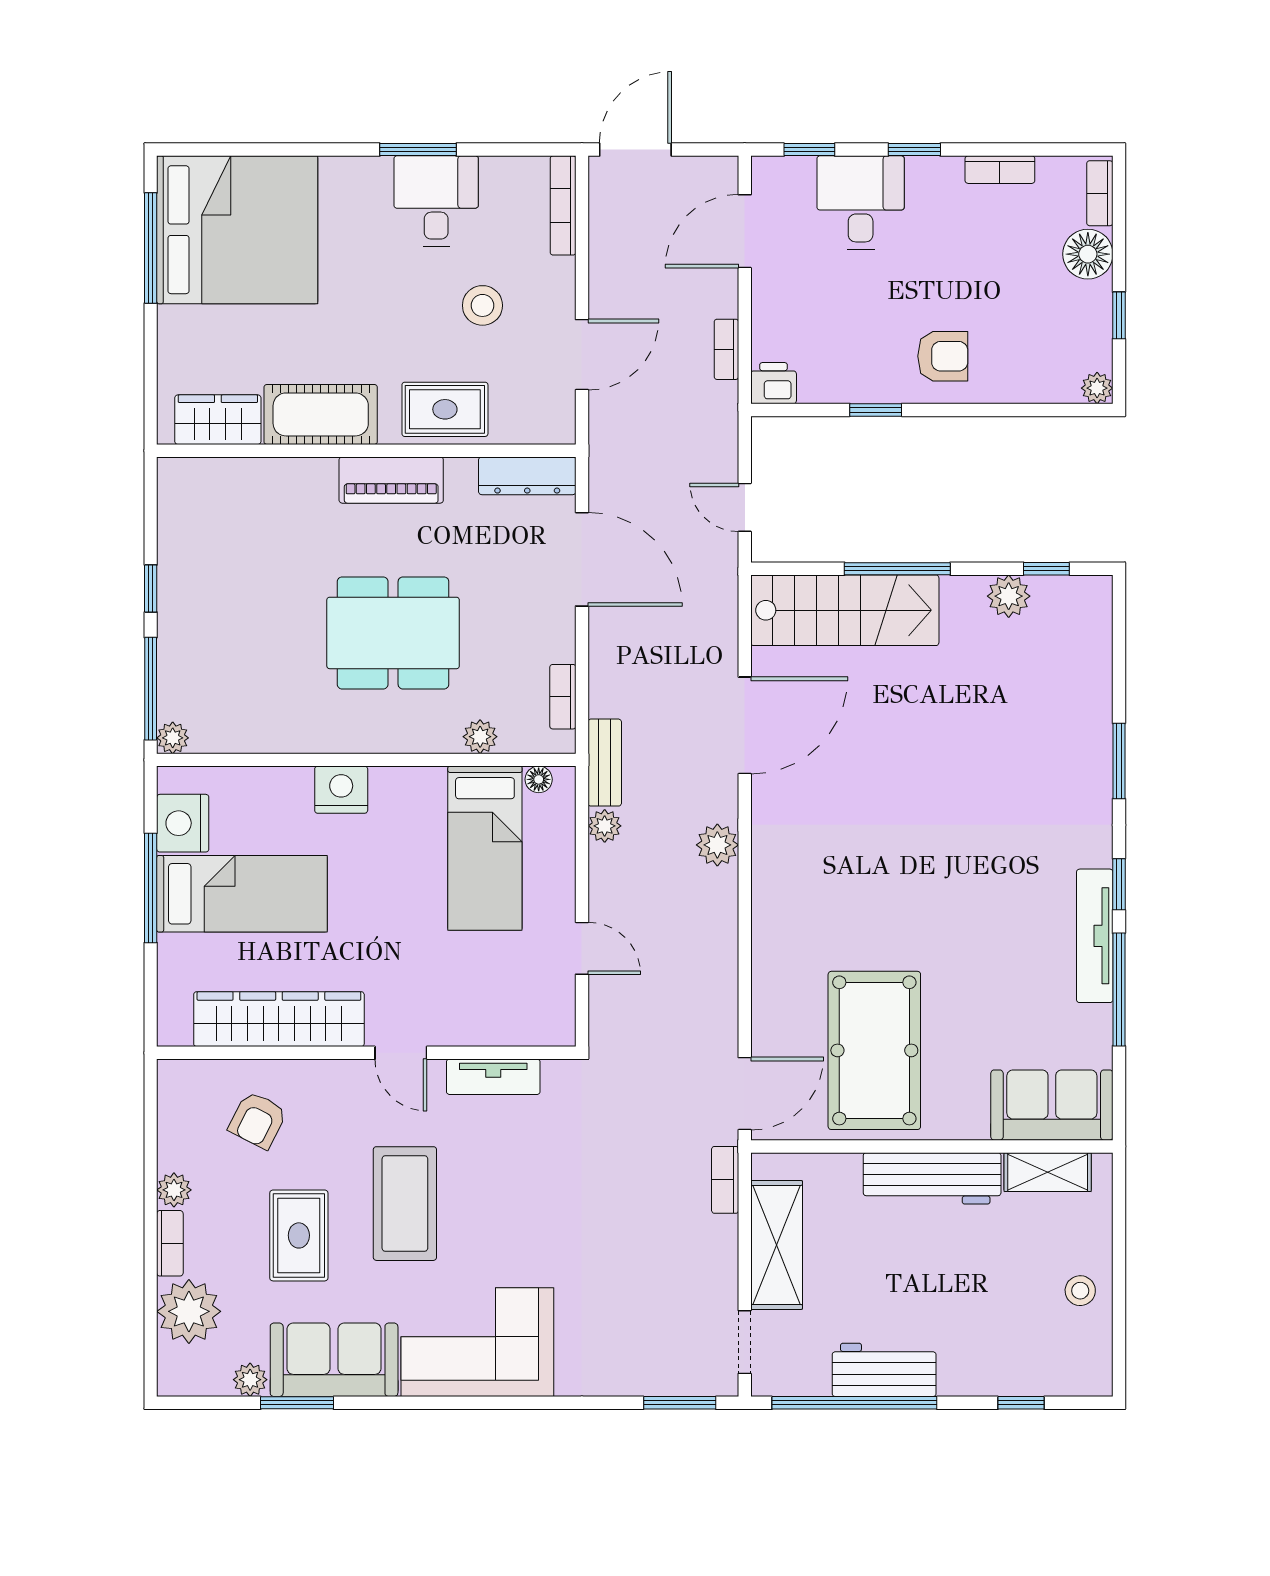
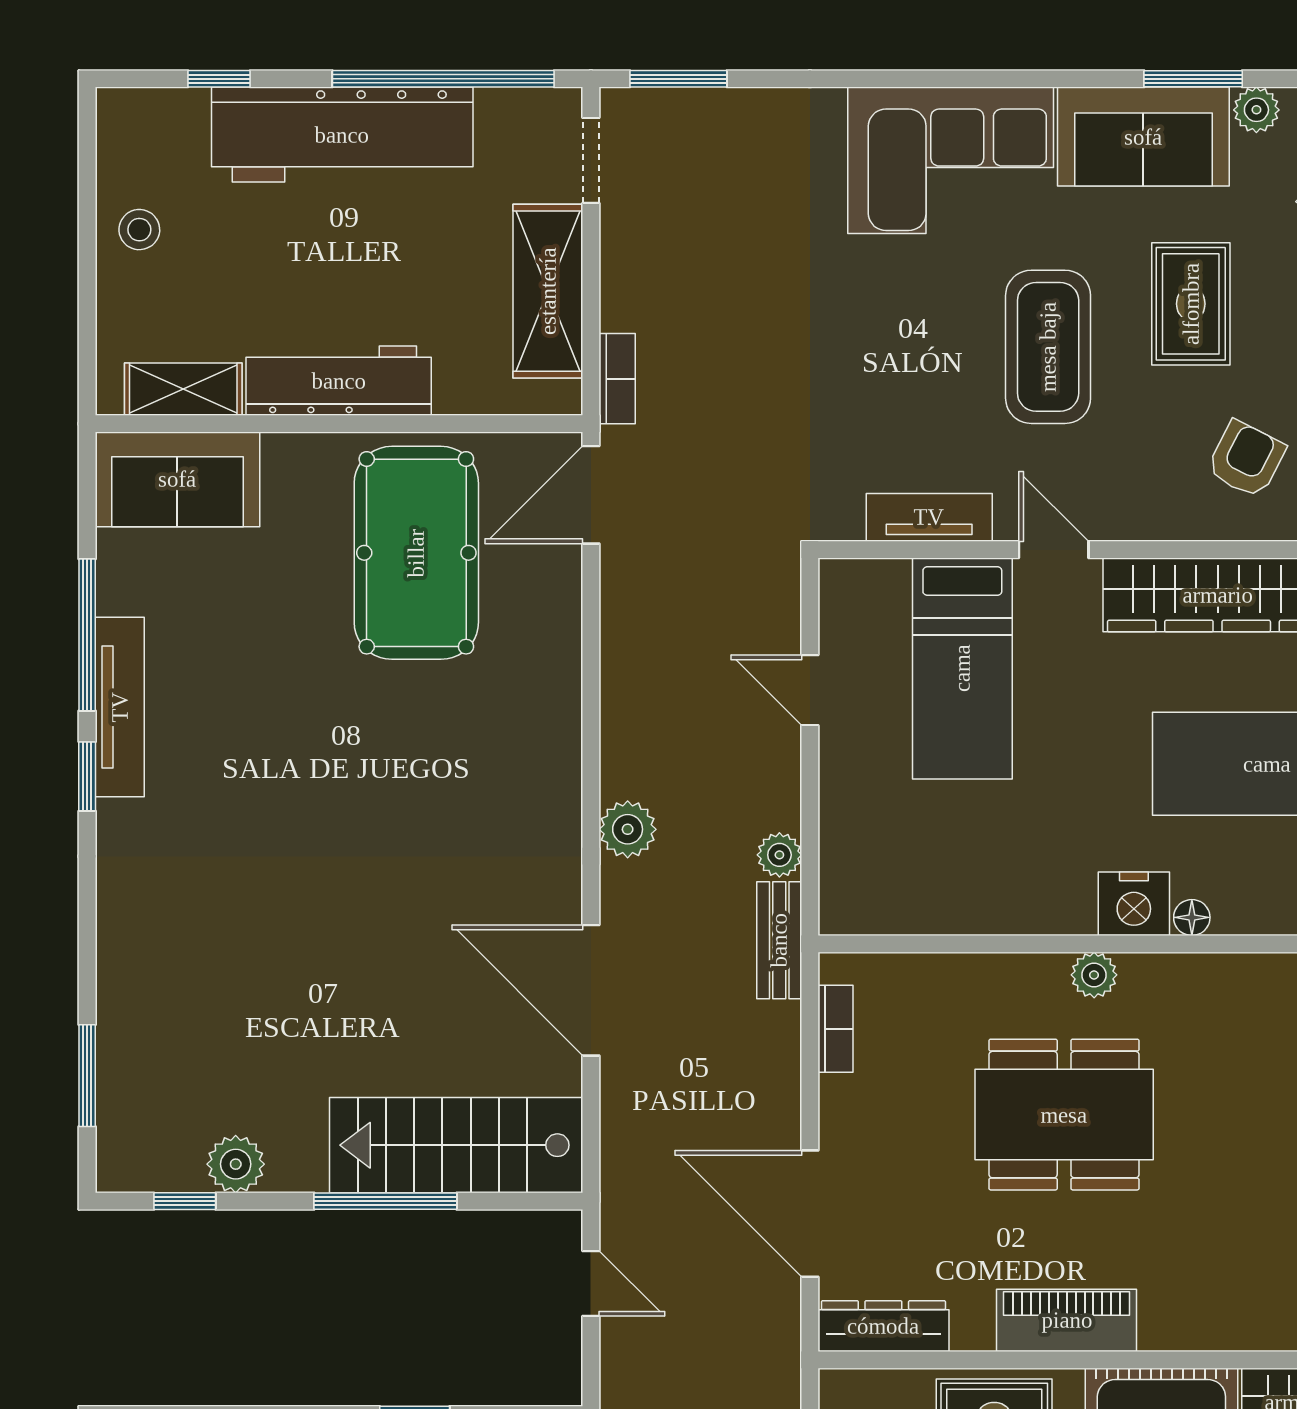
door: (745, 725) -> (591, 990), hinge flipped
plant: (480, 737) -> (1094, 975), moved
window: (1119, 761) -> (87, 1076), moved
floor lamp: (539, 779) -> (1192, 917), moved
bed: (485, 848) -> (962, 668), moved, turned 180
workbench: (884, 1370) -> (342, 135), width x1.88, depth x1.32

